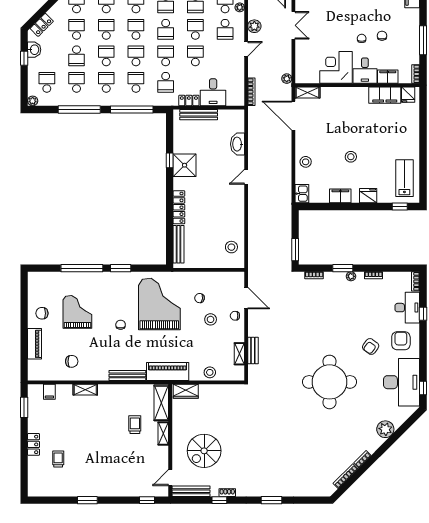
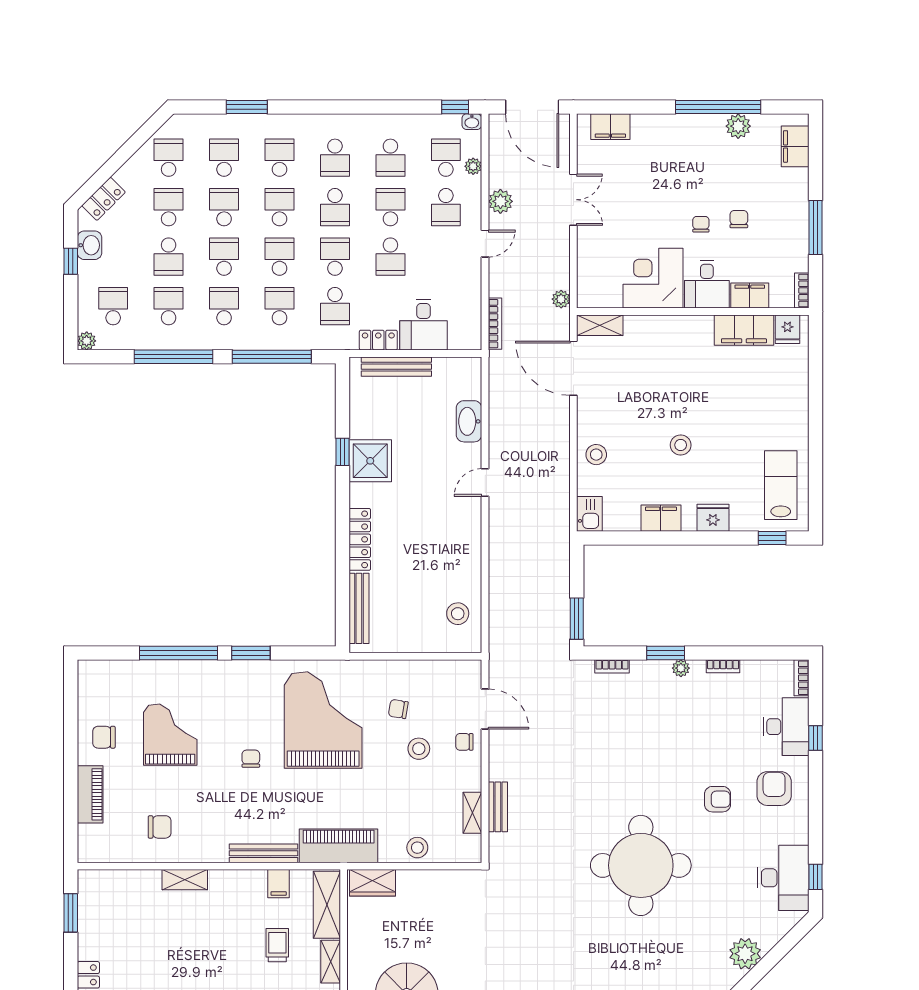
school desk: (195, 56) -> (390, 257), turned 180
armchair: (371, 346) -> (718, 799), turned -126
desk: (402, 382) -> (783, 878), width x0.73, depth x0.77
filing cabinet: (49, 392) -> (279, 884), moved

